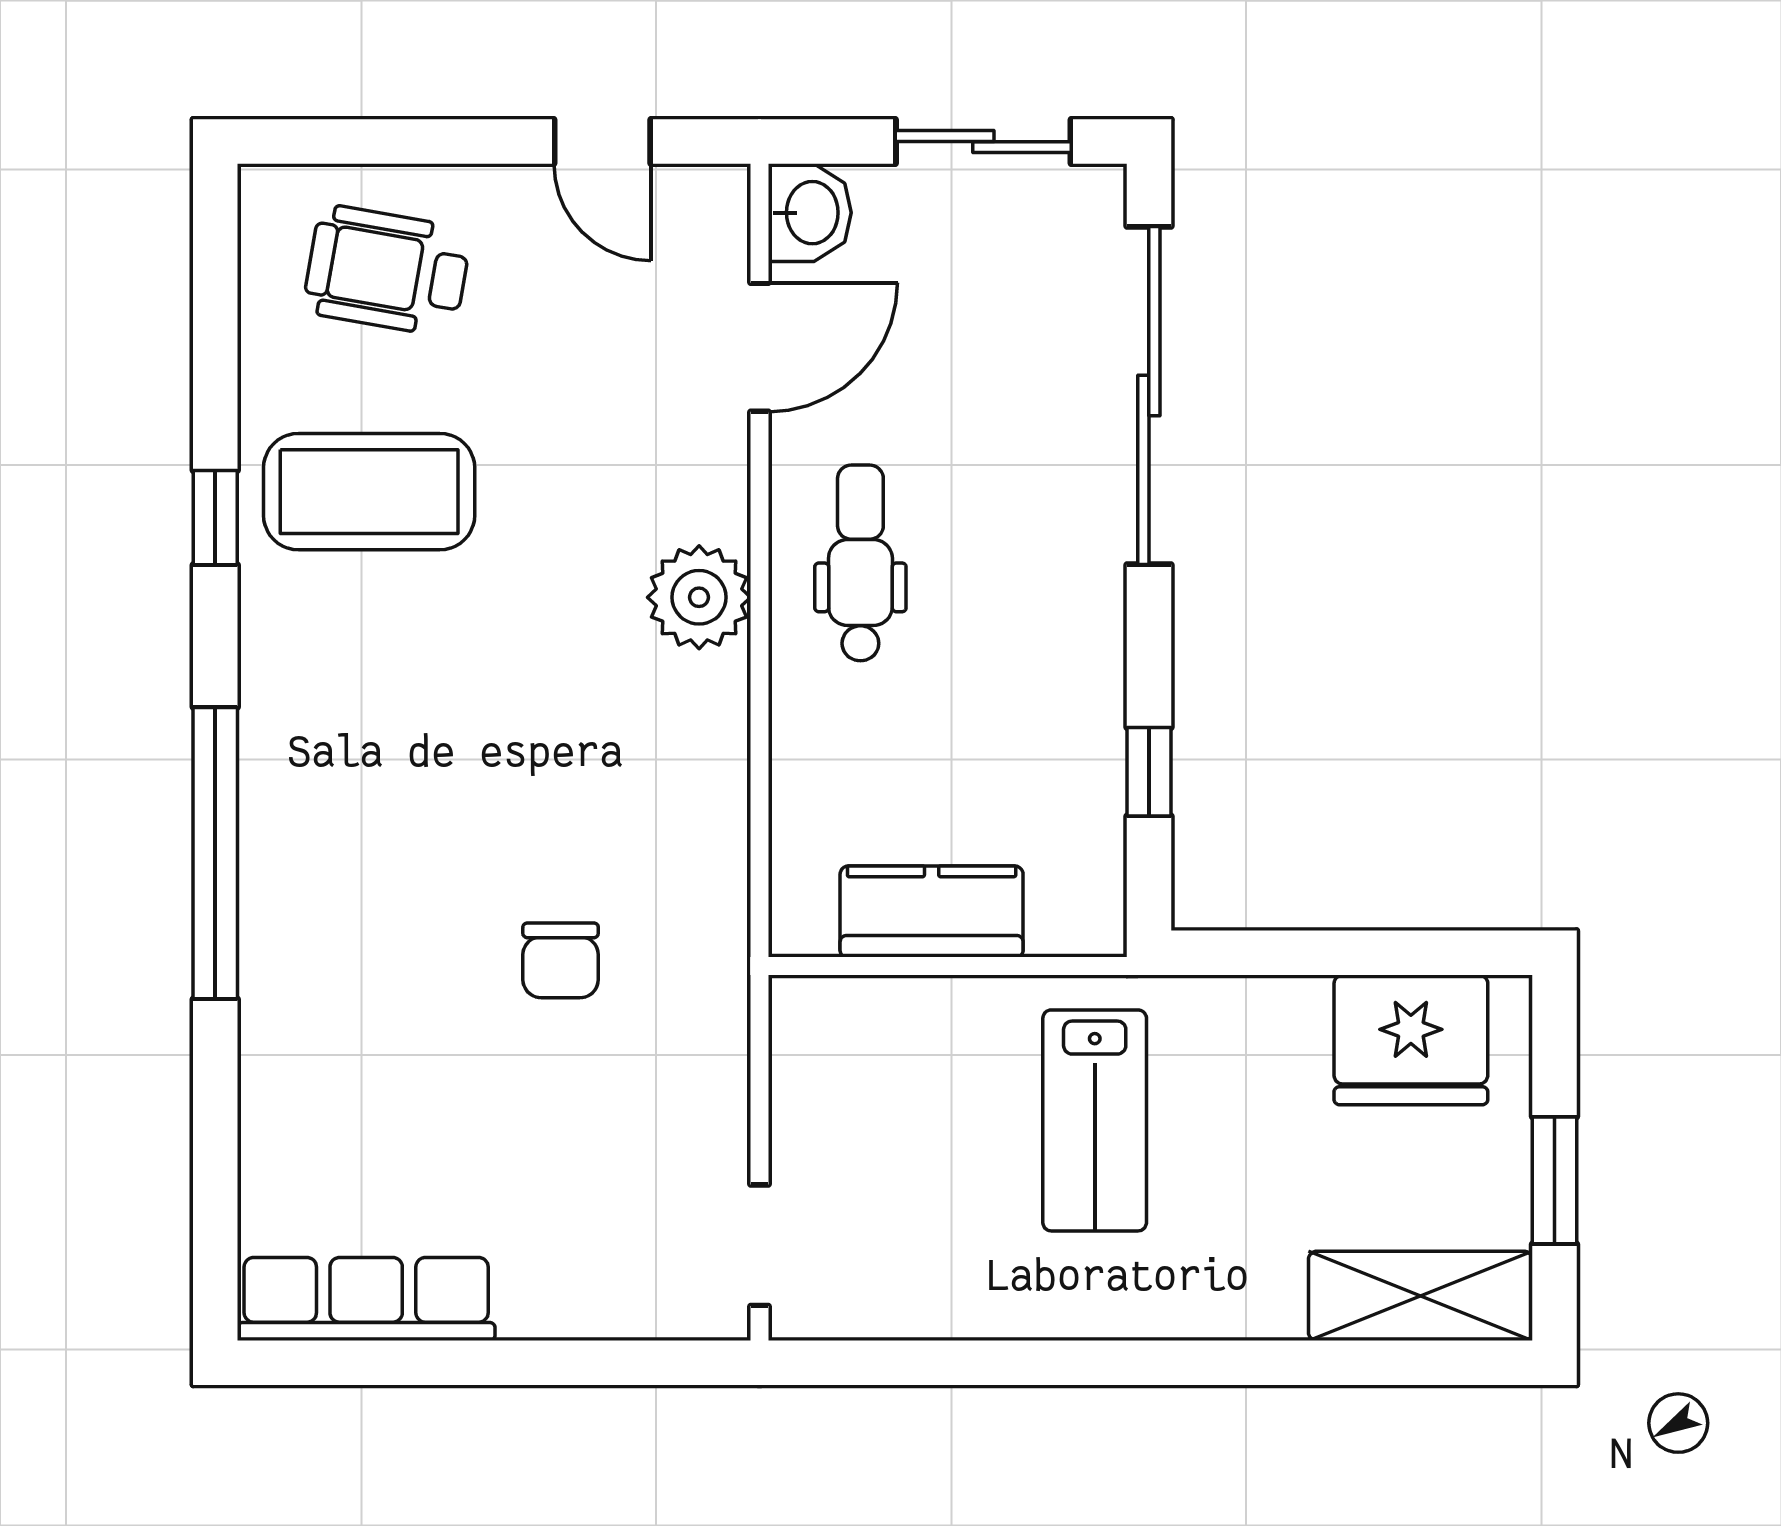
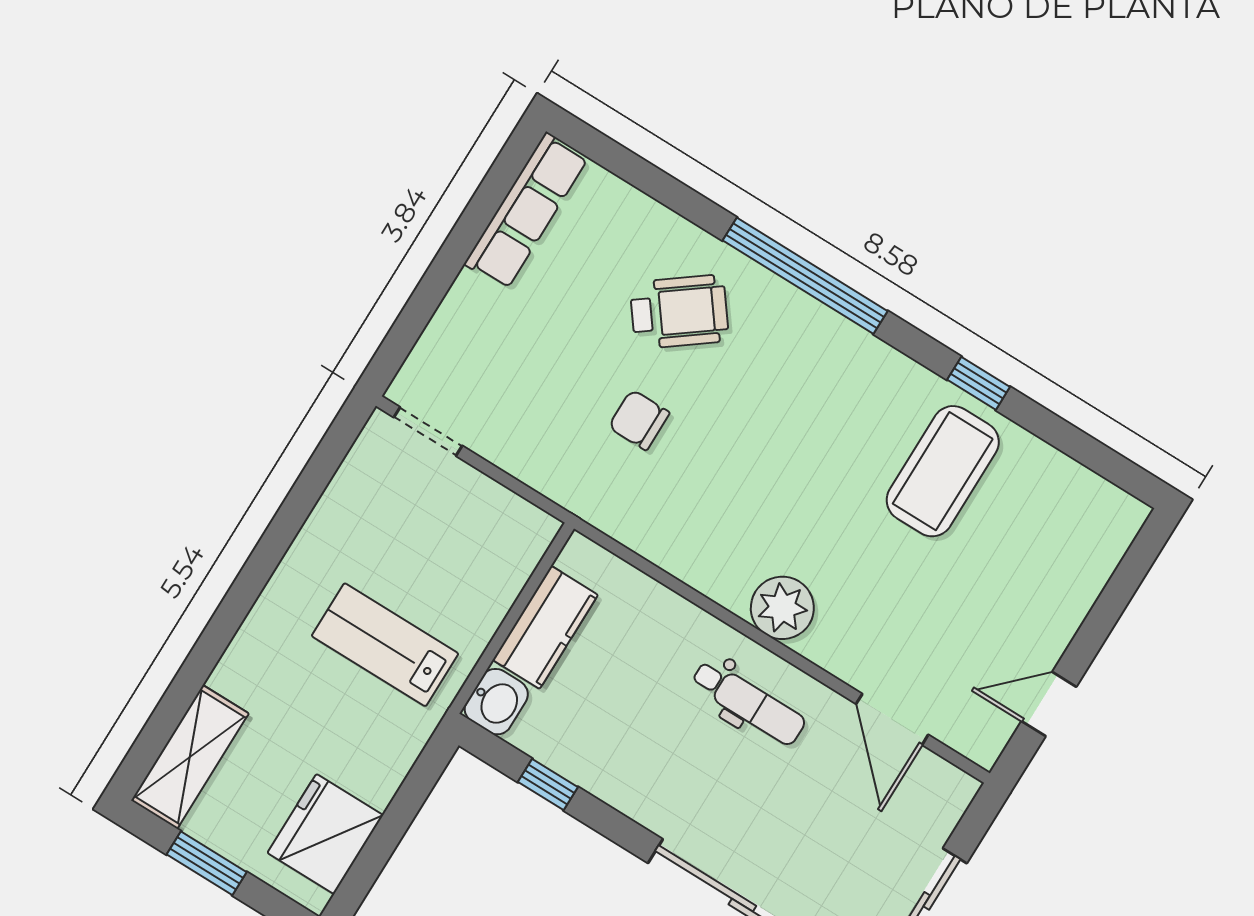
washbasin: (810, 213) -> (496, 702), moved, turned -90
wheelchair: (387, 271) -> (679, 312), moved, turned 43

